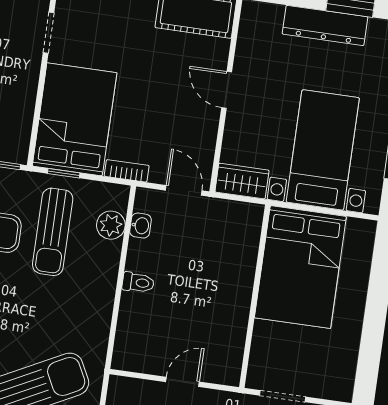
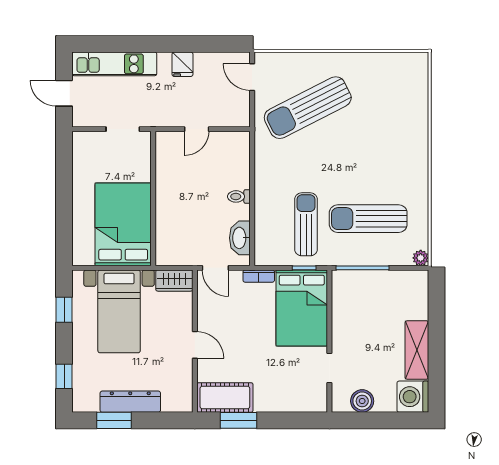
plant: (111, 225) -> (265, 235), removed
washbasin: (141, 226) -> (240, 238), width x1.91, depth x1.45

